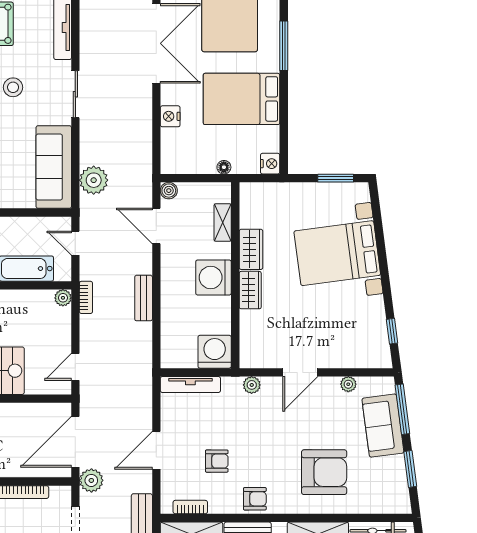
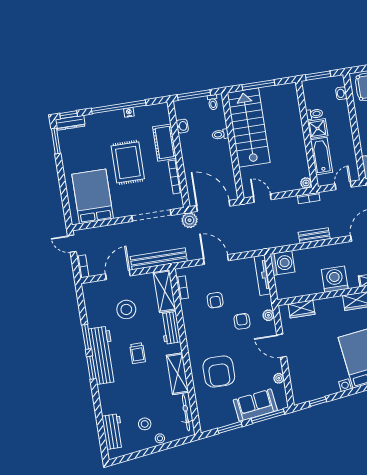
wardrobe: (250, 290) -> (301, 309), moved
washing machine: (215, 352) -> (282, 263), moved
armchair: (255, 499) -> (242, 321), moved, turned 180

